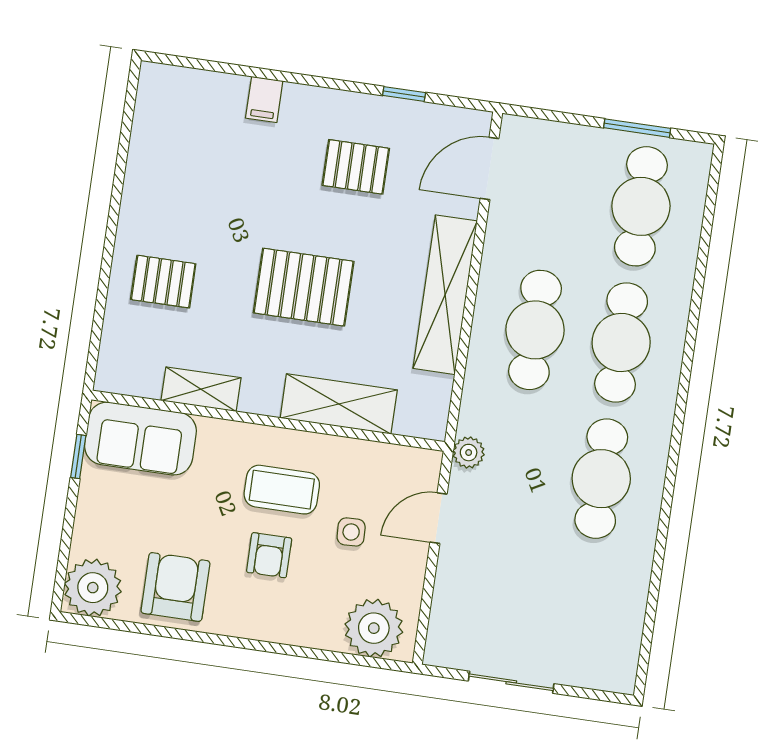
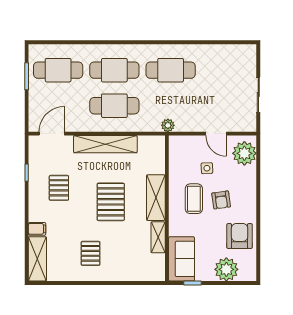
shelving: (191, 90) -> (37, 259), added
door: (489, 168) -> (52, 134), swing flipped
pallet: (163, 282) -> (91, 253), moved
shelving: (339, 404) -> (156, 198), moved
door: (438, 518) -> (216, 134), moved
armchair: (269, 555) -> (221, 200), turned 82
armchair: (175, 587) -> (240, 236), turned 90
plant: (93, 588) -> (226, 269), moved

